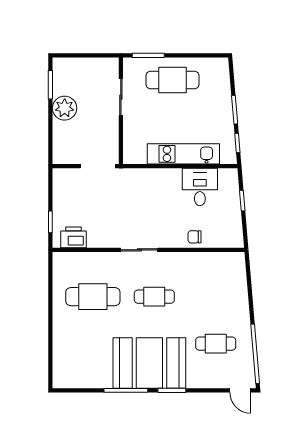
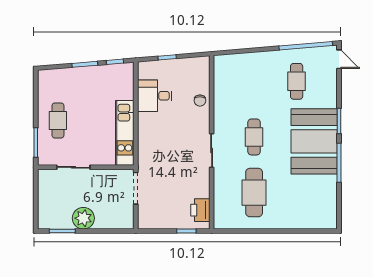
cafe table: (172, 80) -> (58, 120), width x0.73, depth x0.74
kitchen unit: (183, 154) -> (125, 133), moved
door: (240, 390) -> (339, 59), hinge flipped

